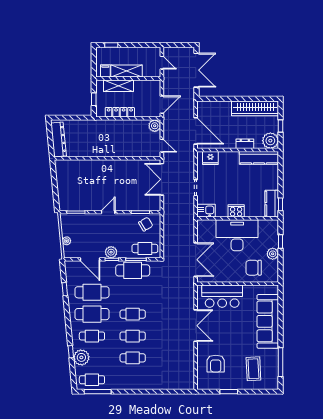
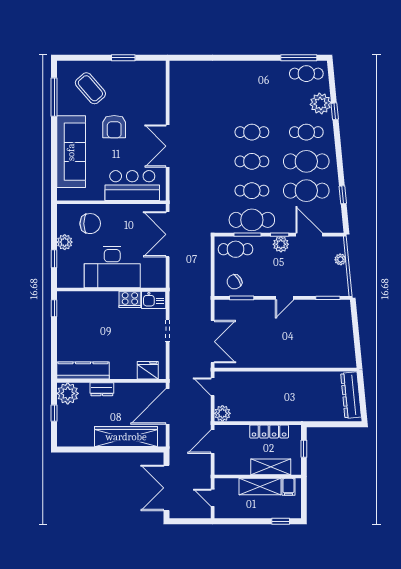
wardrobe: (255, 108) -> (126, 437), moved
door: (196, 131) -> (168, 406), hinge flipped
kitchen counter: (272, 204) -> (66, 309), removed
cooker: (236, 211) -> (130, 299), moved
cafe table: (133, 358) -> (252, 191), moved
armchair: (216, 364) -> (114, 127), moved, turned 180
coffee table: (253, 369) -> (90, 88), turned -38

